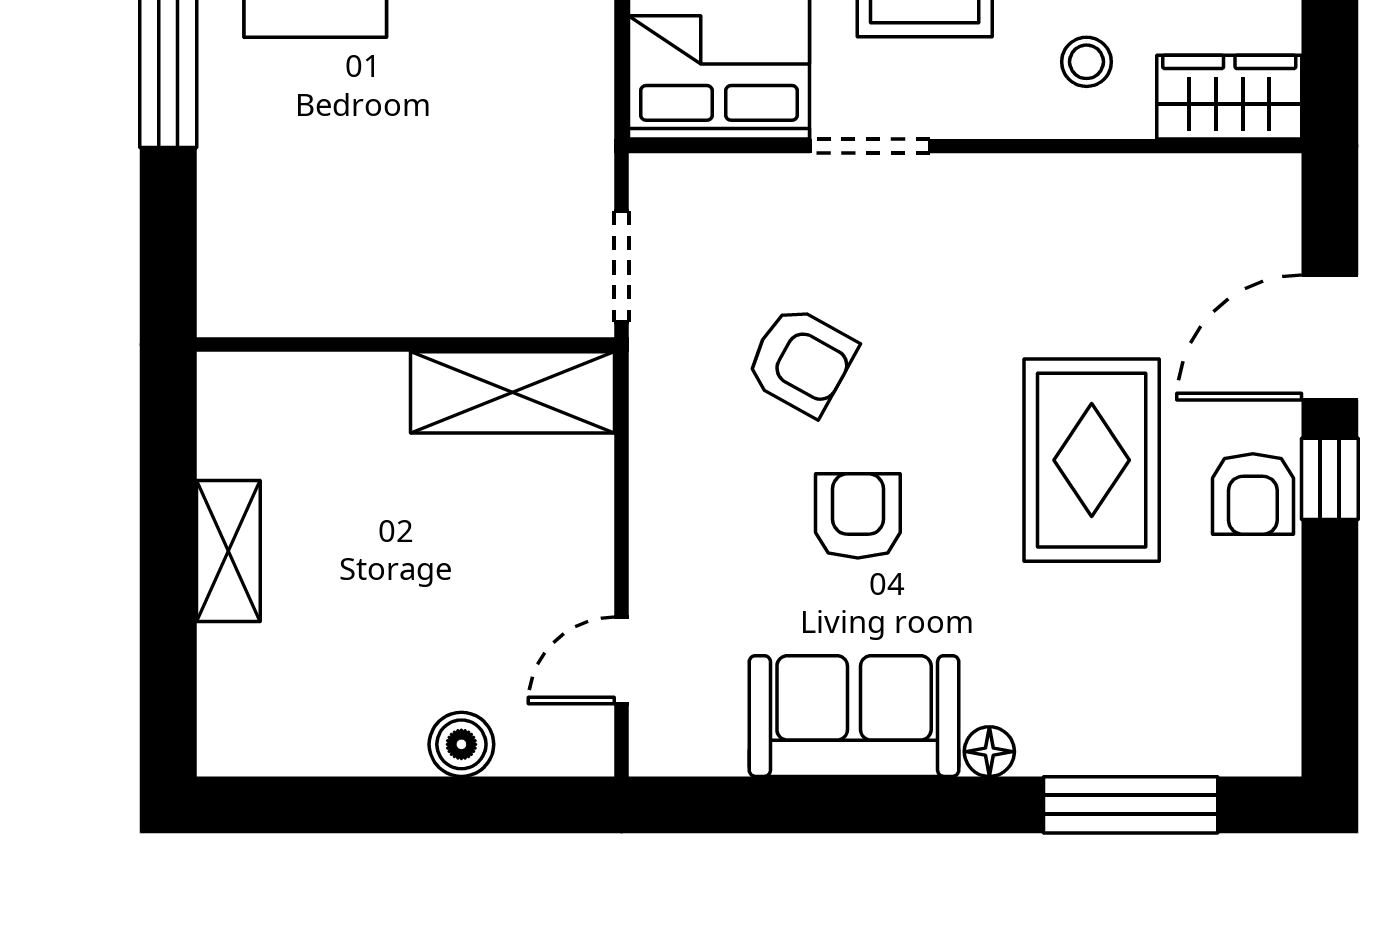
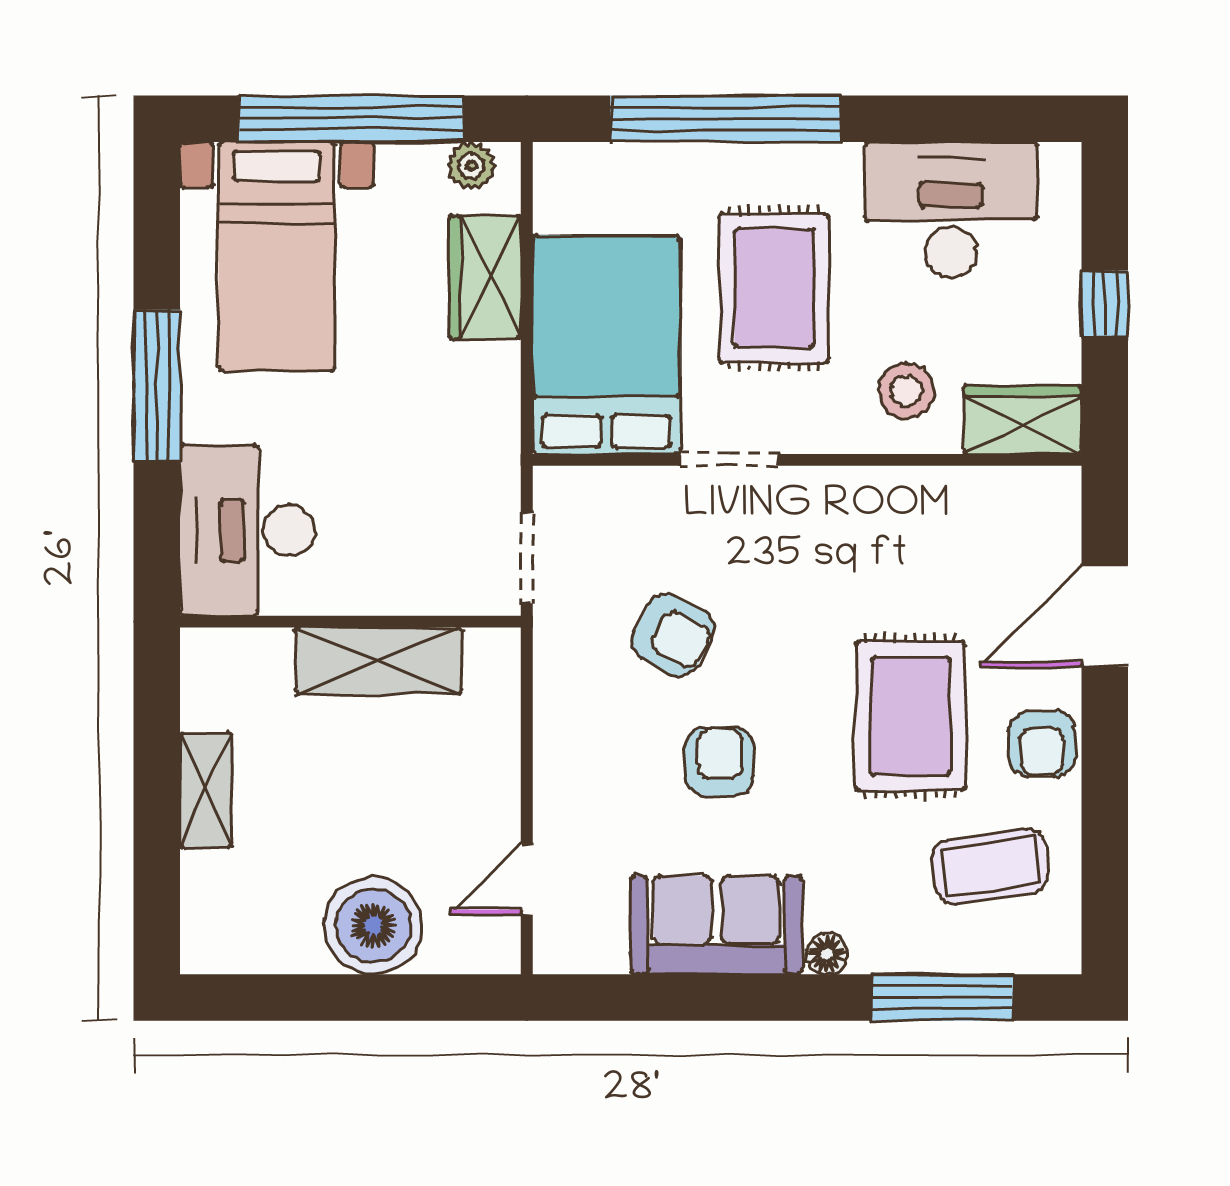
stool: (1087, 62) -> (906, 391), width x1.37, depth x1.37
desk: (279, 232) -> (247, 530), added
shelving: (513, 392) -> (378, 661), moved
window: (1330, 479) -> (1105, 731), removed
coffee table: (1189, 644) -> (990, 866), added
boiler: (461, 744) -> (373, 925), width x1.86, depth x1.86

